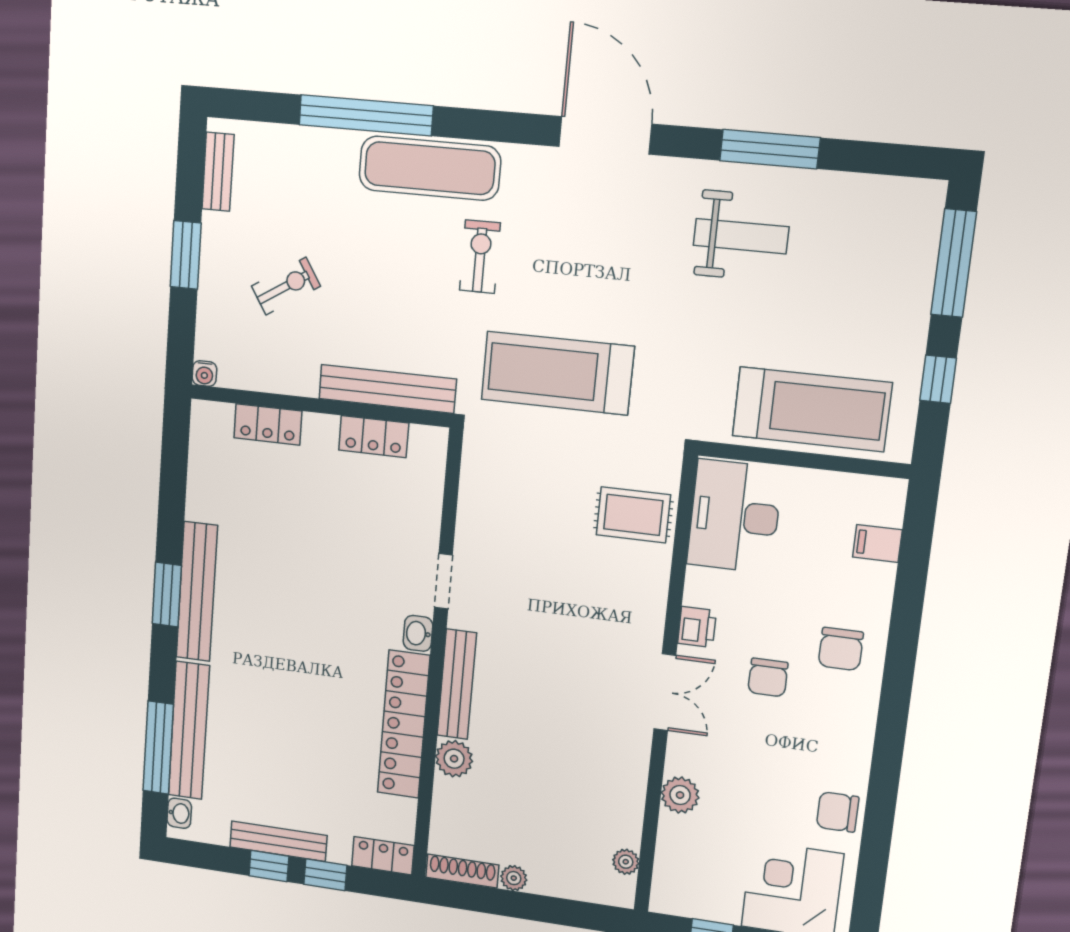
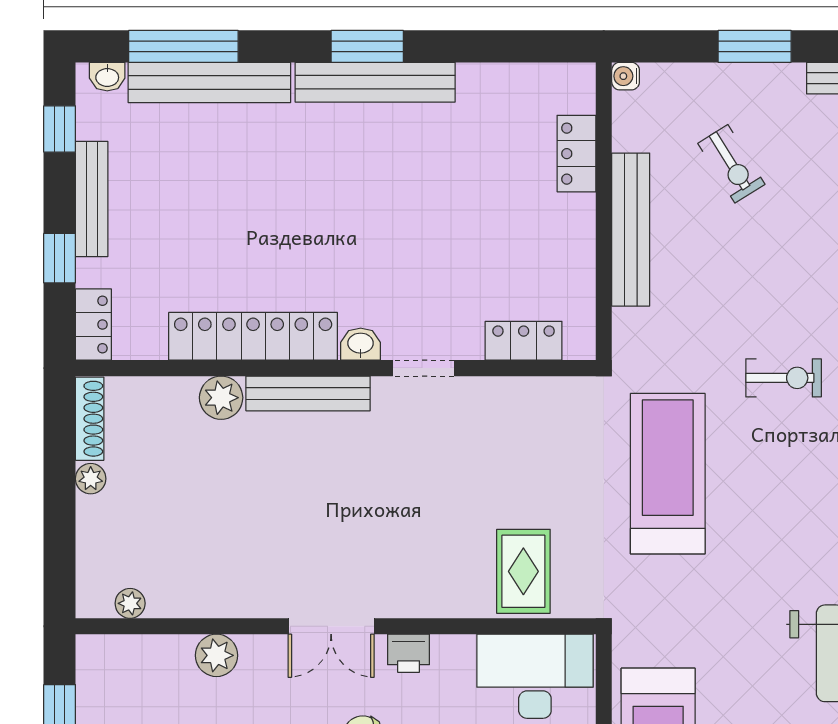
bench: (387, 389) -> (631, 230), moved
locker: (374, 437) -> (524, 341), moved, turned 90
window: (269, 866) -> (60, 129), moved

